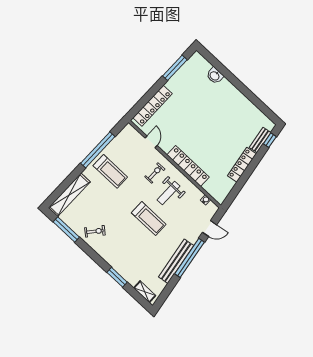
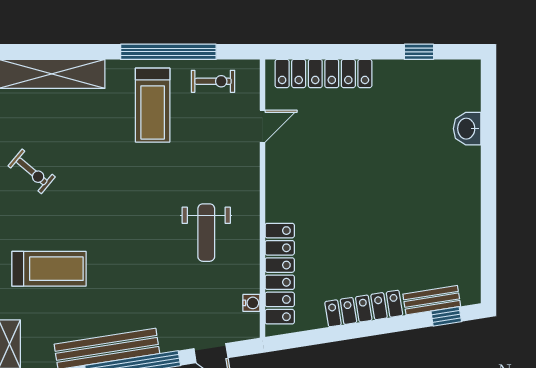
window: (175, 68) -> (419, 52), width x0.46
locker: (188, 166) -> (280, 274), moved
exercise bike: (155, 173) -> (213, 81), moved
weight bench: (169, 193) -> (206, 233), turned -90
treadmill: (149, 219) -> (49, 269), moved, turned -90

